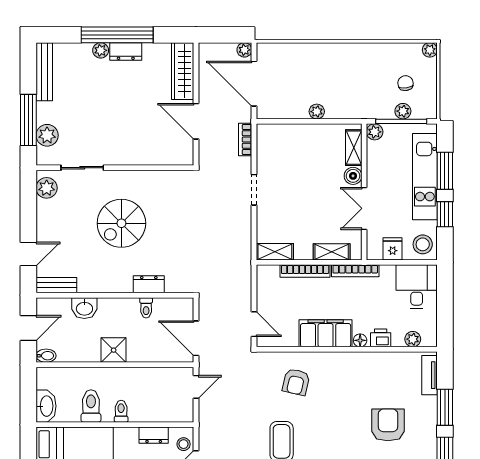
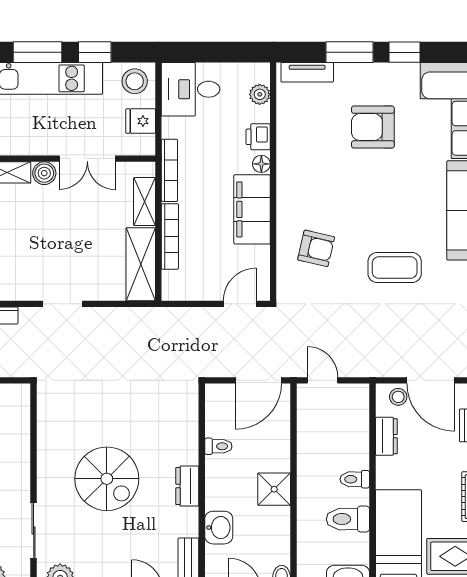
shelving: (275, 252) -> (141, 264), width x1.50, depth x1.33
dresser: (149, 284) -> (187, 486), moved

